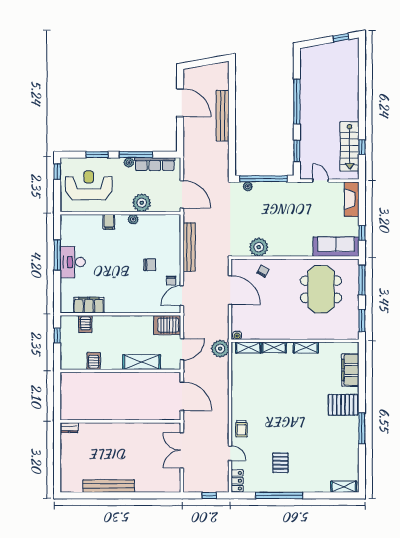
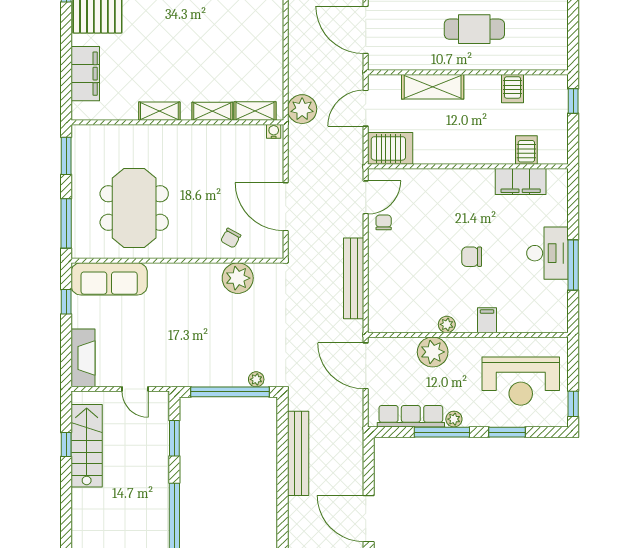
bench: (223, 116) -> (298, 453), moved
chair: (150, 265) -> (472, 257), moved
window: (57, 335) -> (573, 101), moved
cafe table: (117, 397) -> (474, 29), added

